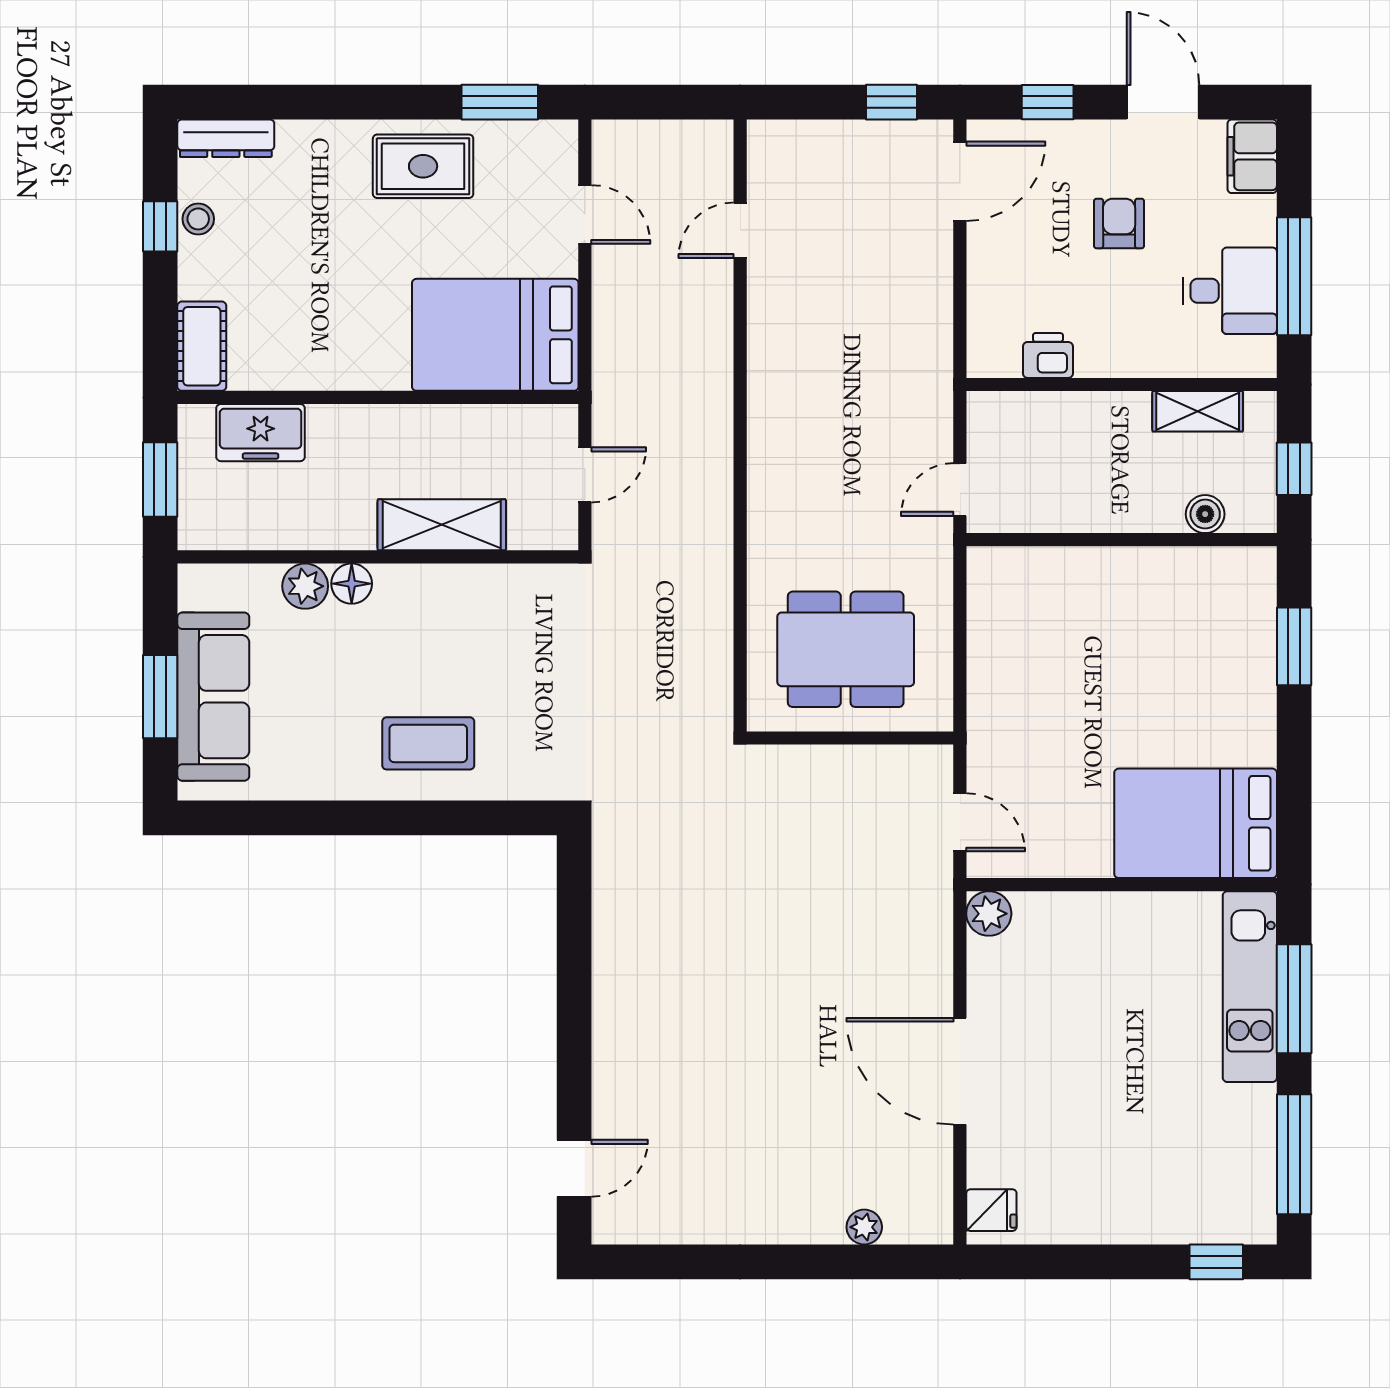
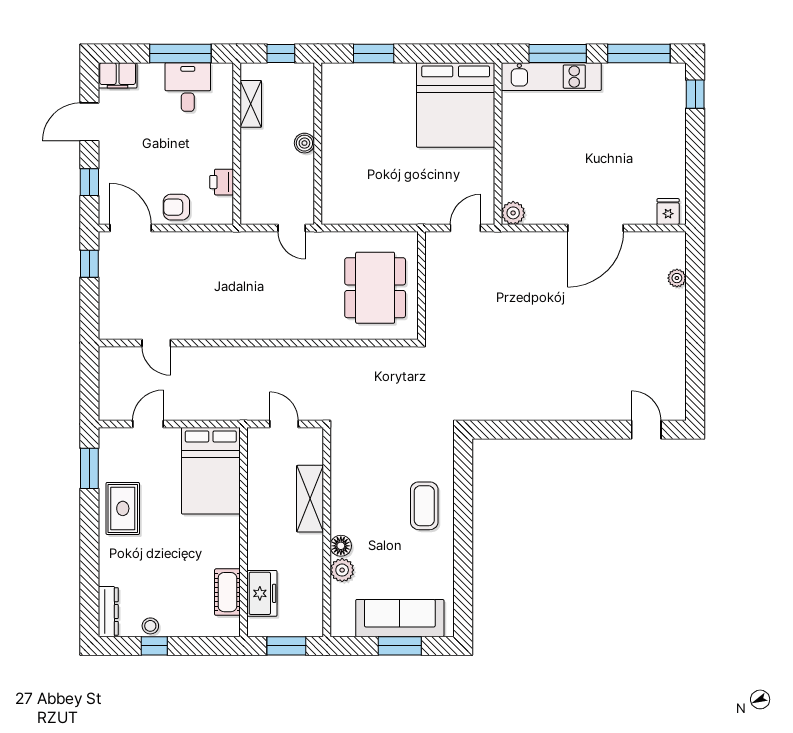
armchair: (1119, 223) -> (176, 207), moved
cot: (202, 346) -> (227, 592), moved, turned 90
boiler: (1205, 514) -> (304, 143), moved
bed: (1196, 823) -> (456, 105), width x1.36

